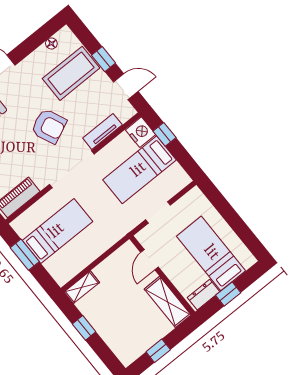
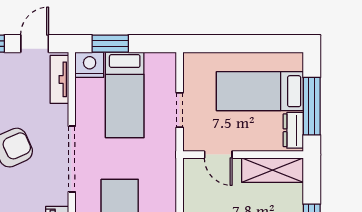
tv unit: (102, 131) -> (59, 79), moved
window: (165, 134) -> (110, 44), width x1.50
window: (228, 294) -> (312, 106), width x2.17

